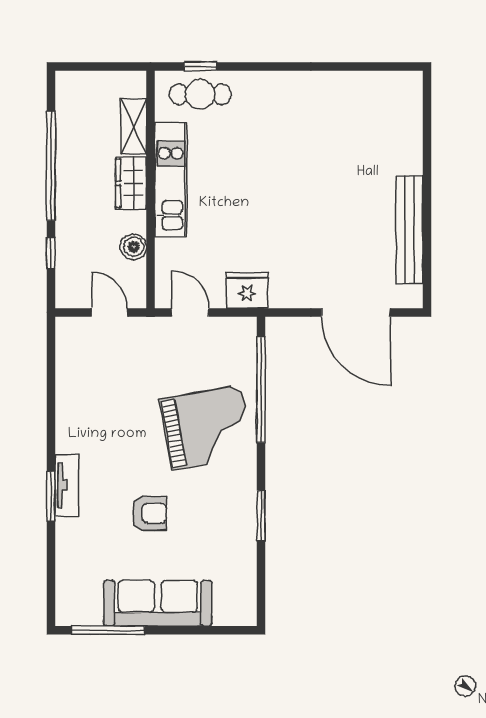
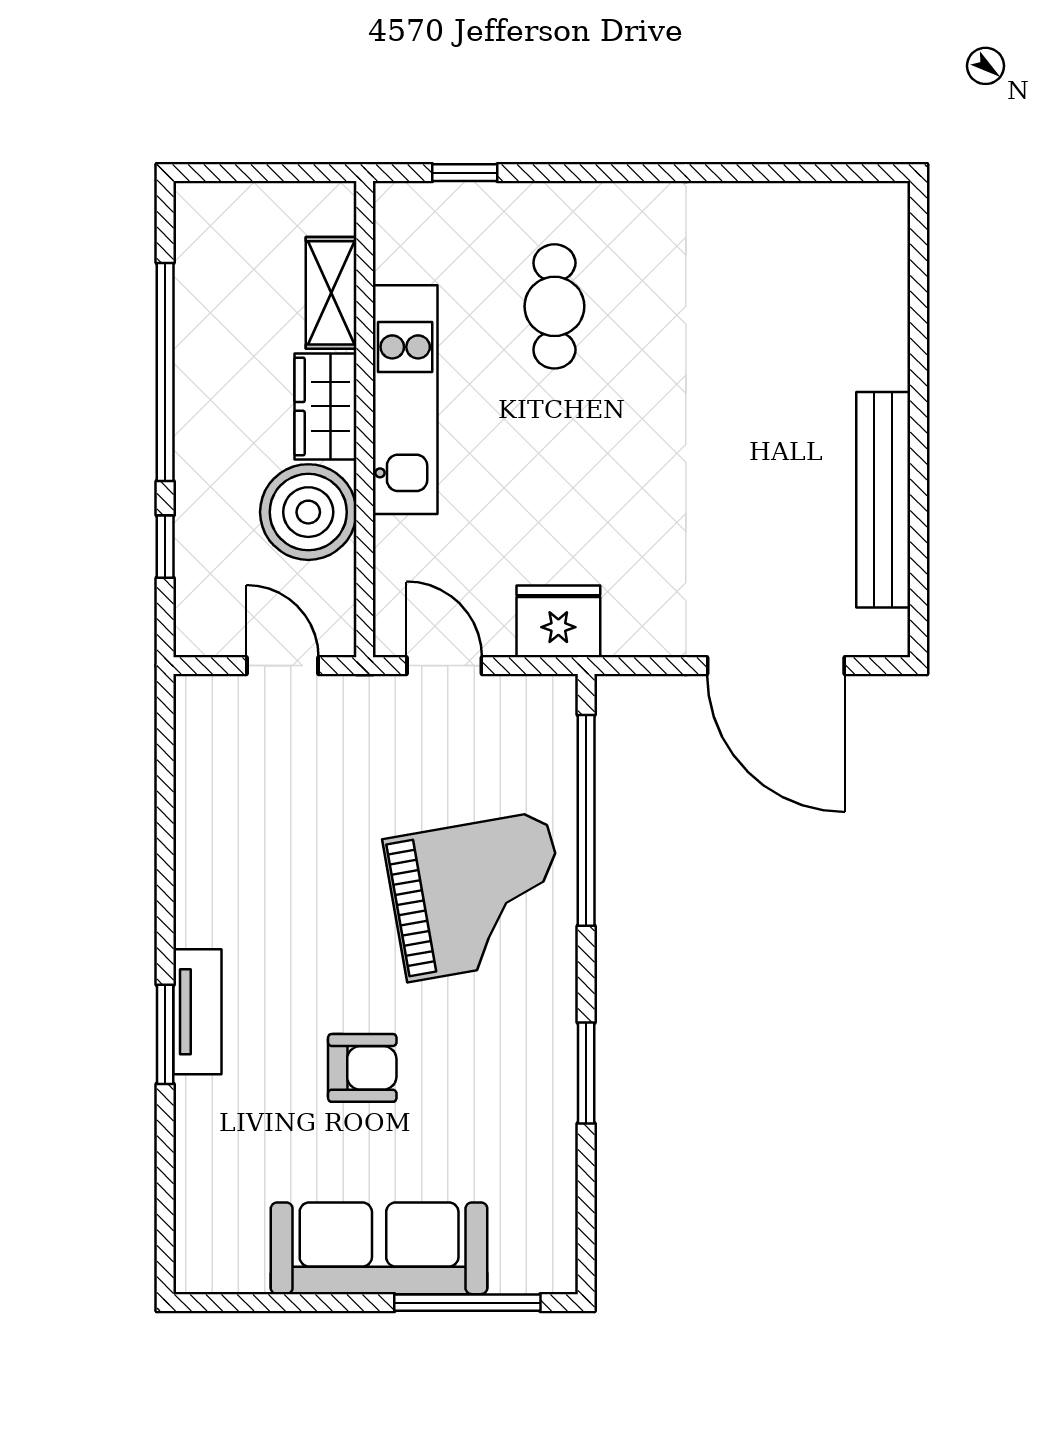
cafe table: (200, 94) -> (554, 306), moved, turned 90
boiler: (133, 247) -> (308, 512), width x1.86, depth x1.86
window: (108, 630) -> (467, 1303), moved

